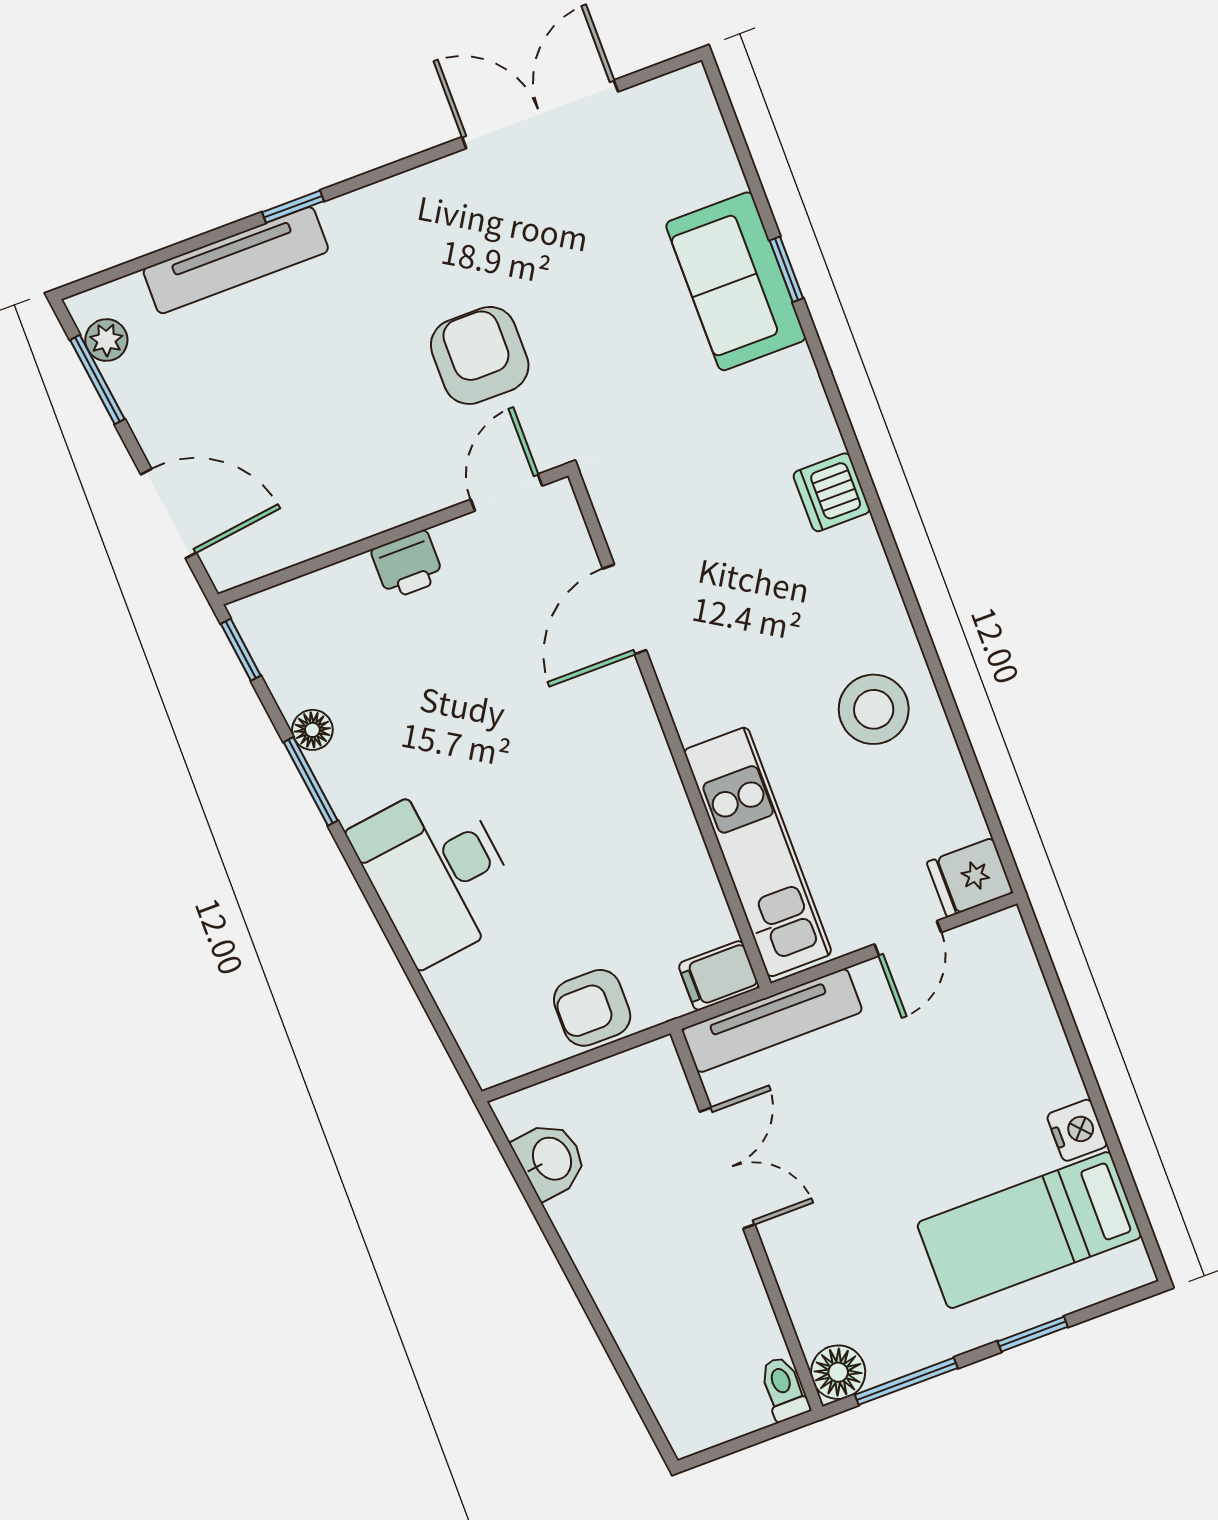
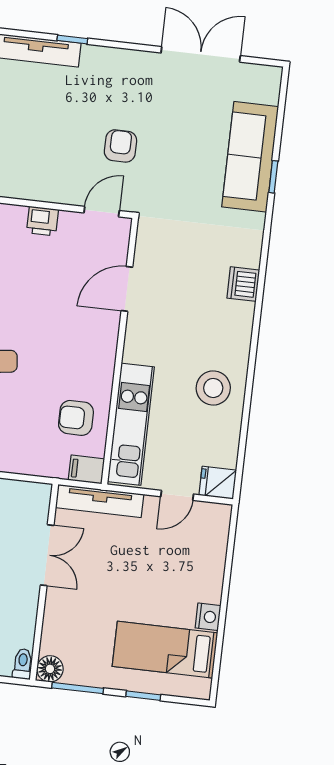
sofa: (736, 281) -> (250, 157), width x1.36
armchair: (480, 355) -> (120, 146), width x0.72, depth x0.72
armchair: (592, 1008) -> (76, 418), moved

